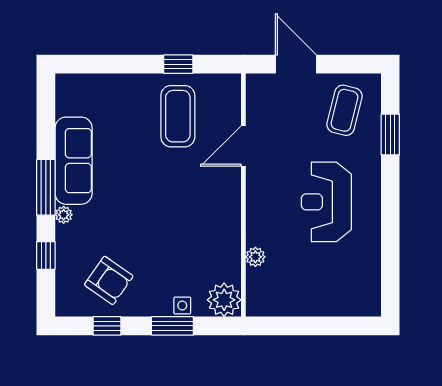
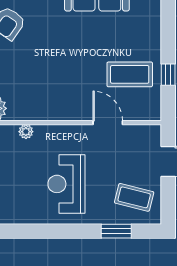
reception desk: (326, 202) -> (66, 184), turned -90

